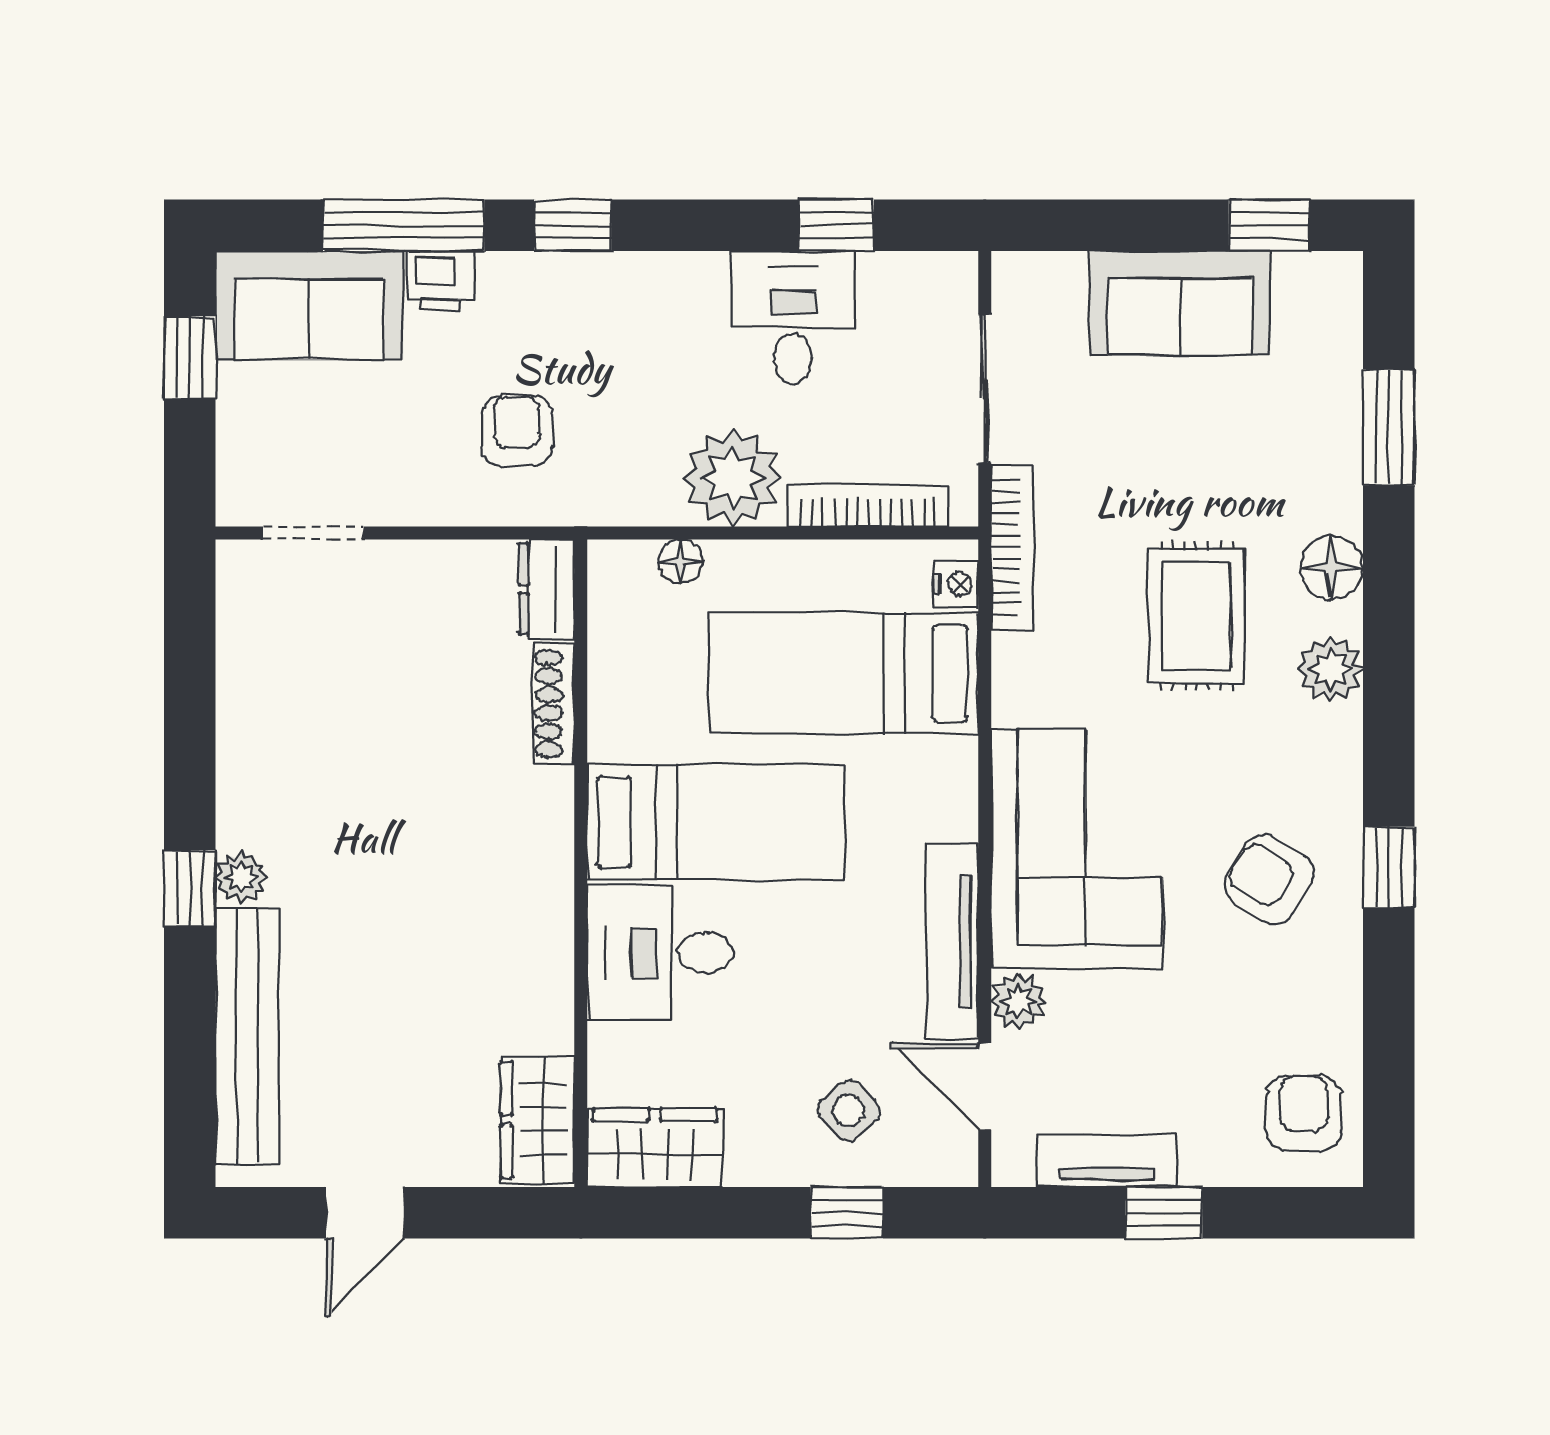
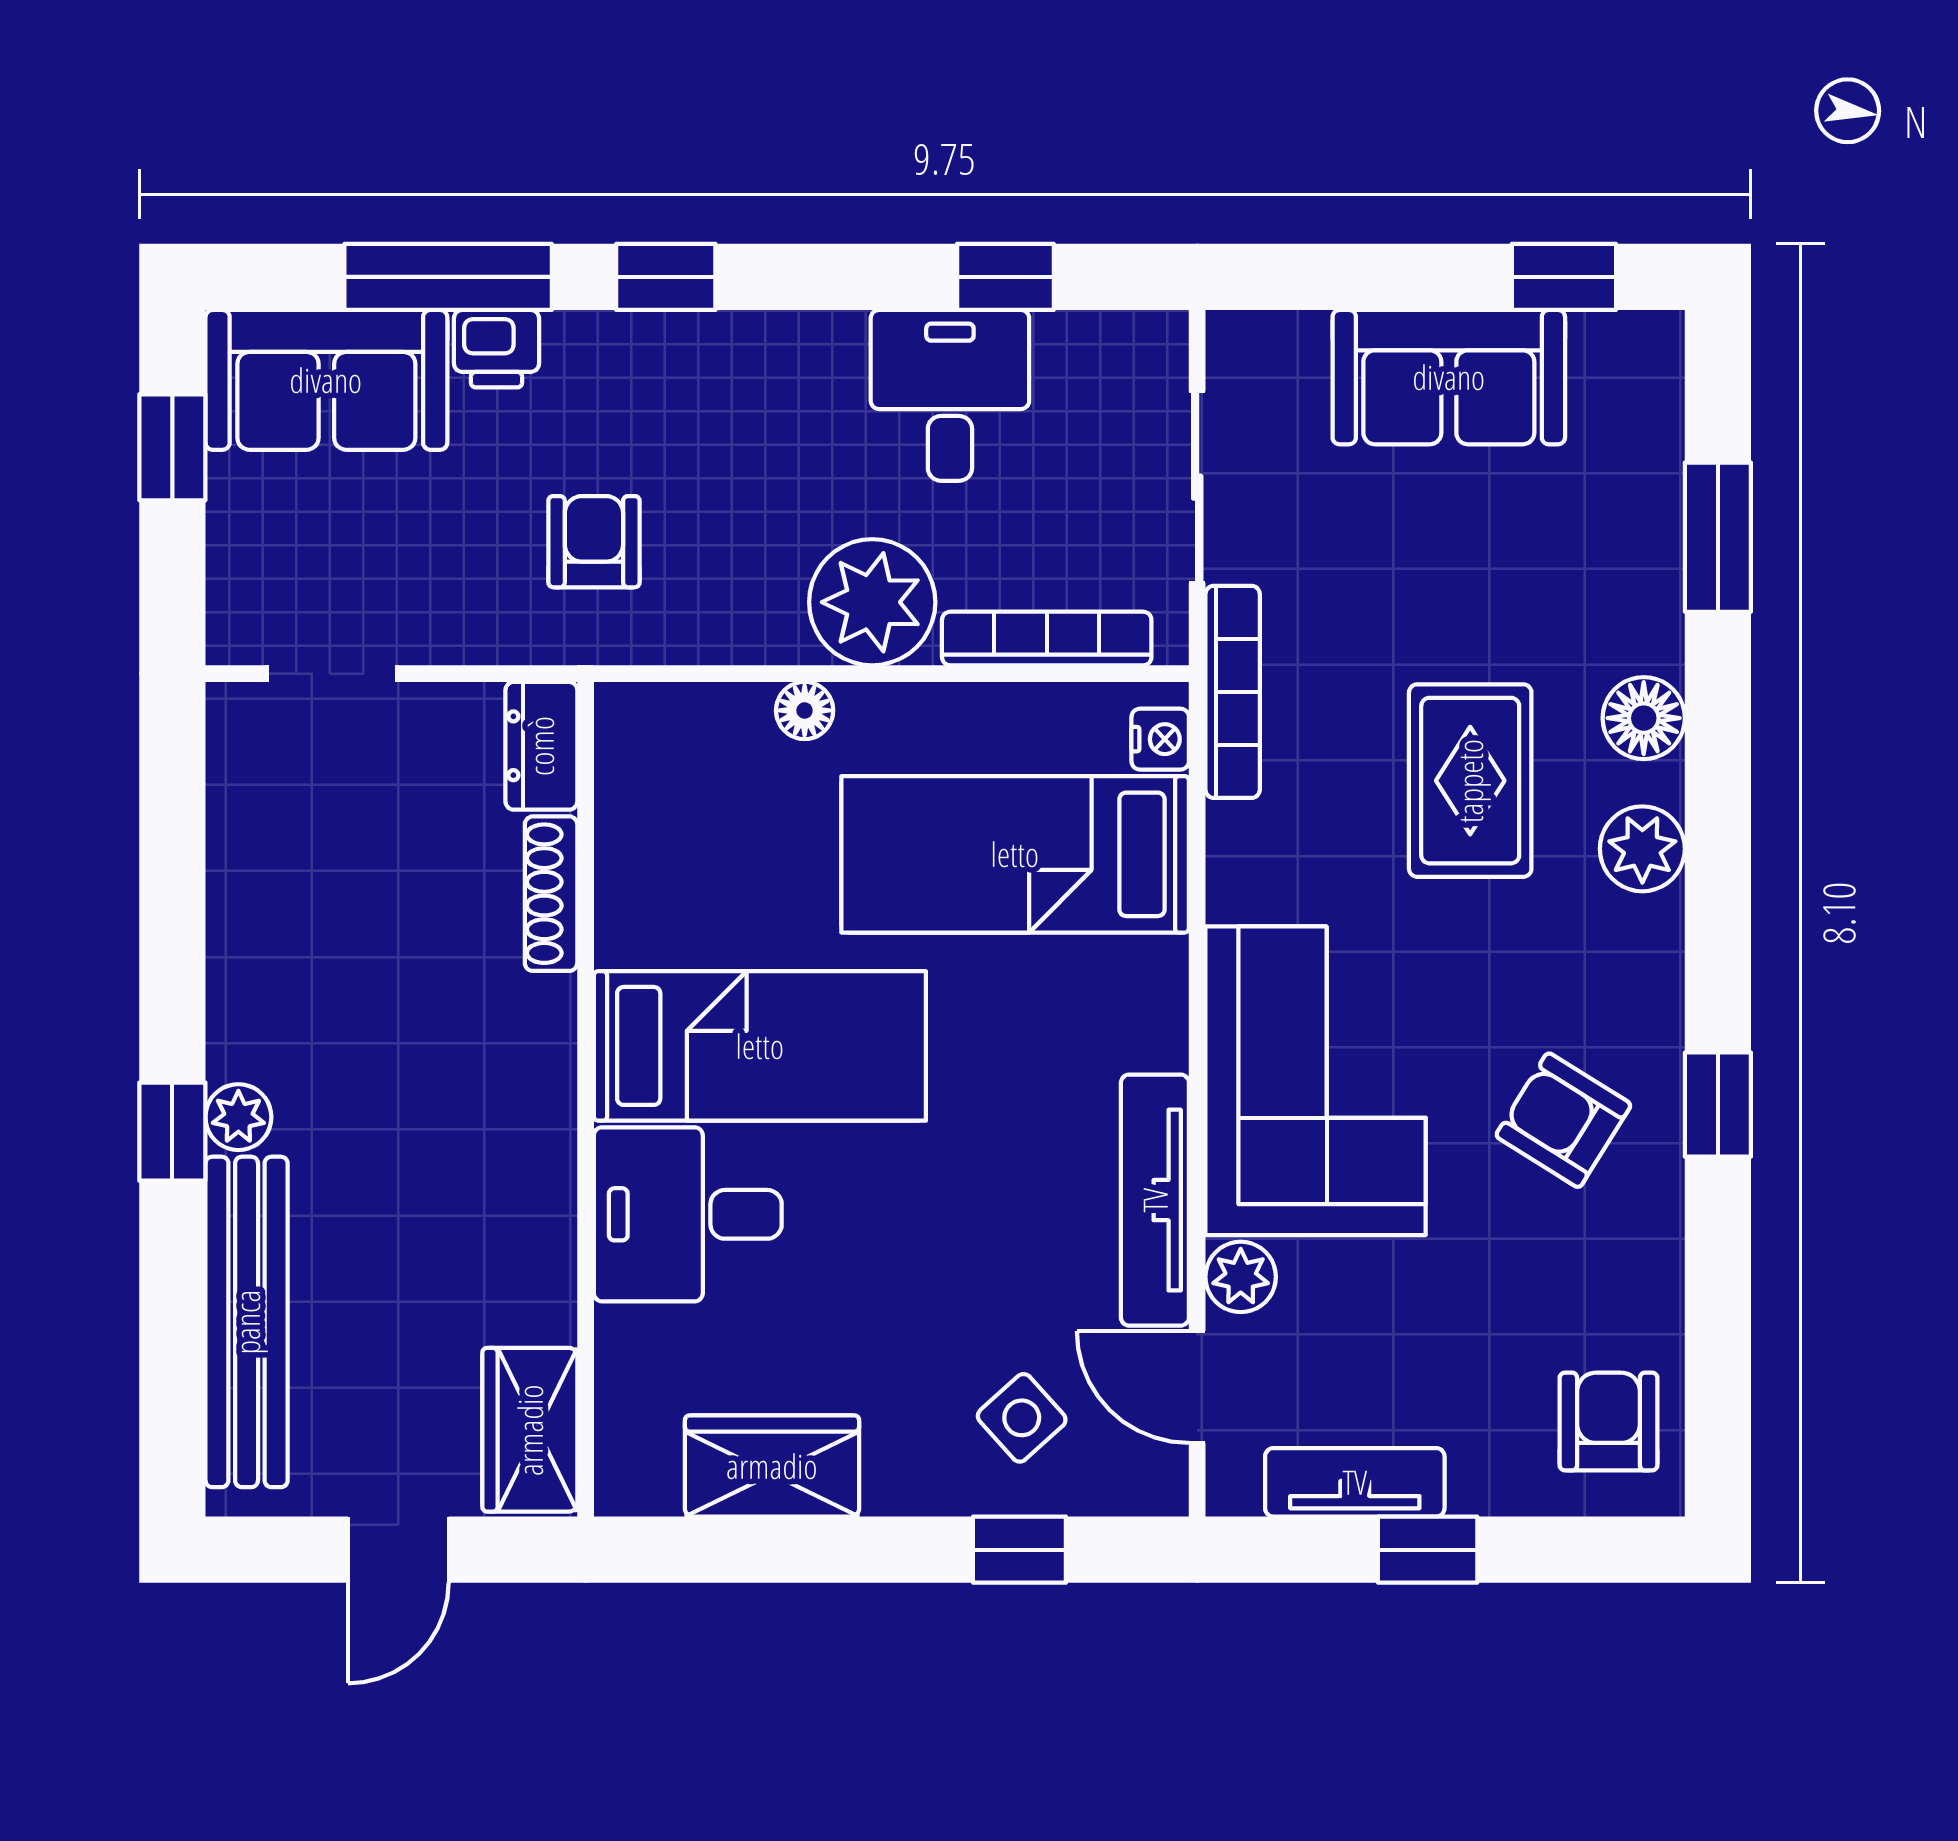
dresser: (547, 589) -> (541, 746), moved
shoe rack: (554, 704) -> (551, 894), moved
bed: (716, 822) -> (760, 1046), moved
wall: (581, 863) -> (586, 1099), moved
desk: (660, 953) -> (688, 1214), moved
wardrobe: (538, 1120) -> (530, 1430), moved

